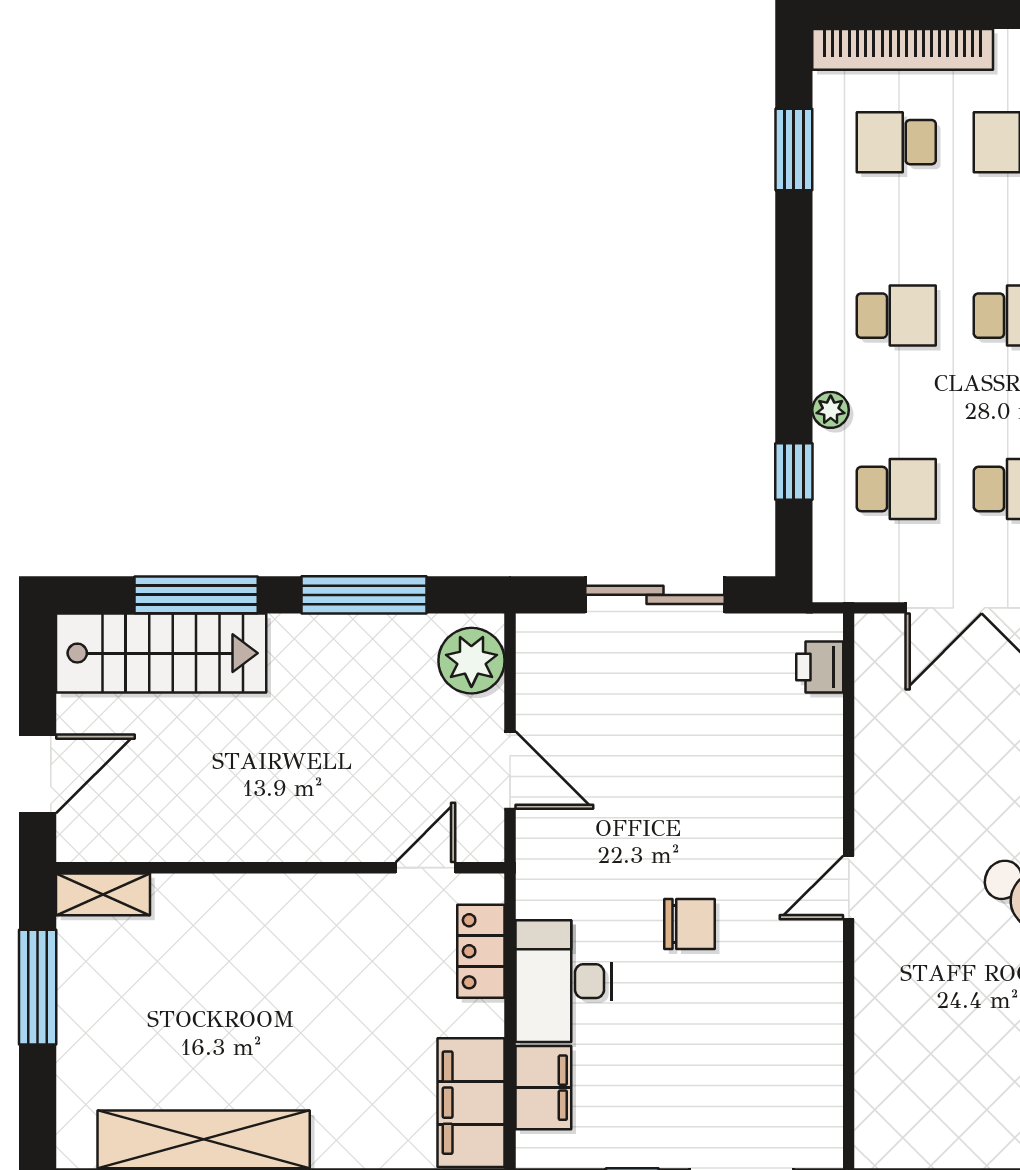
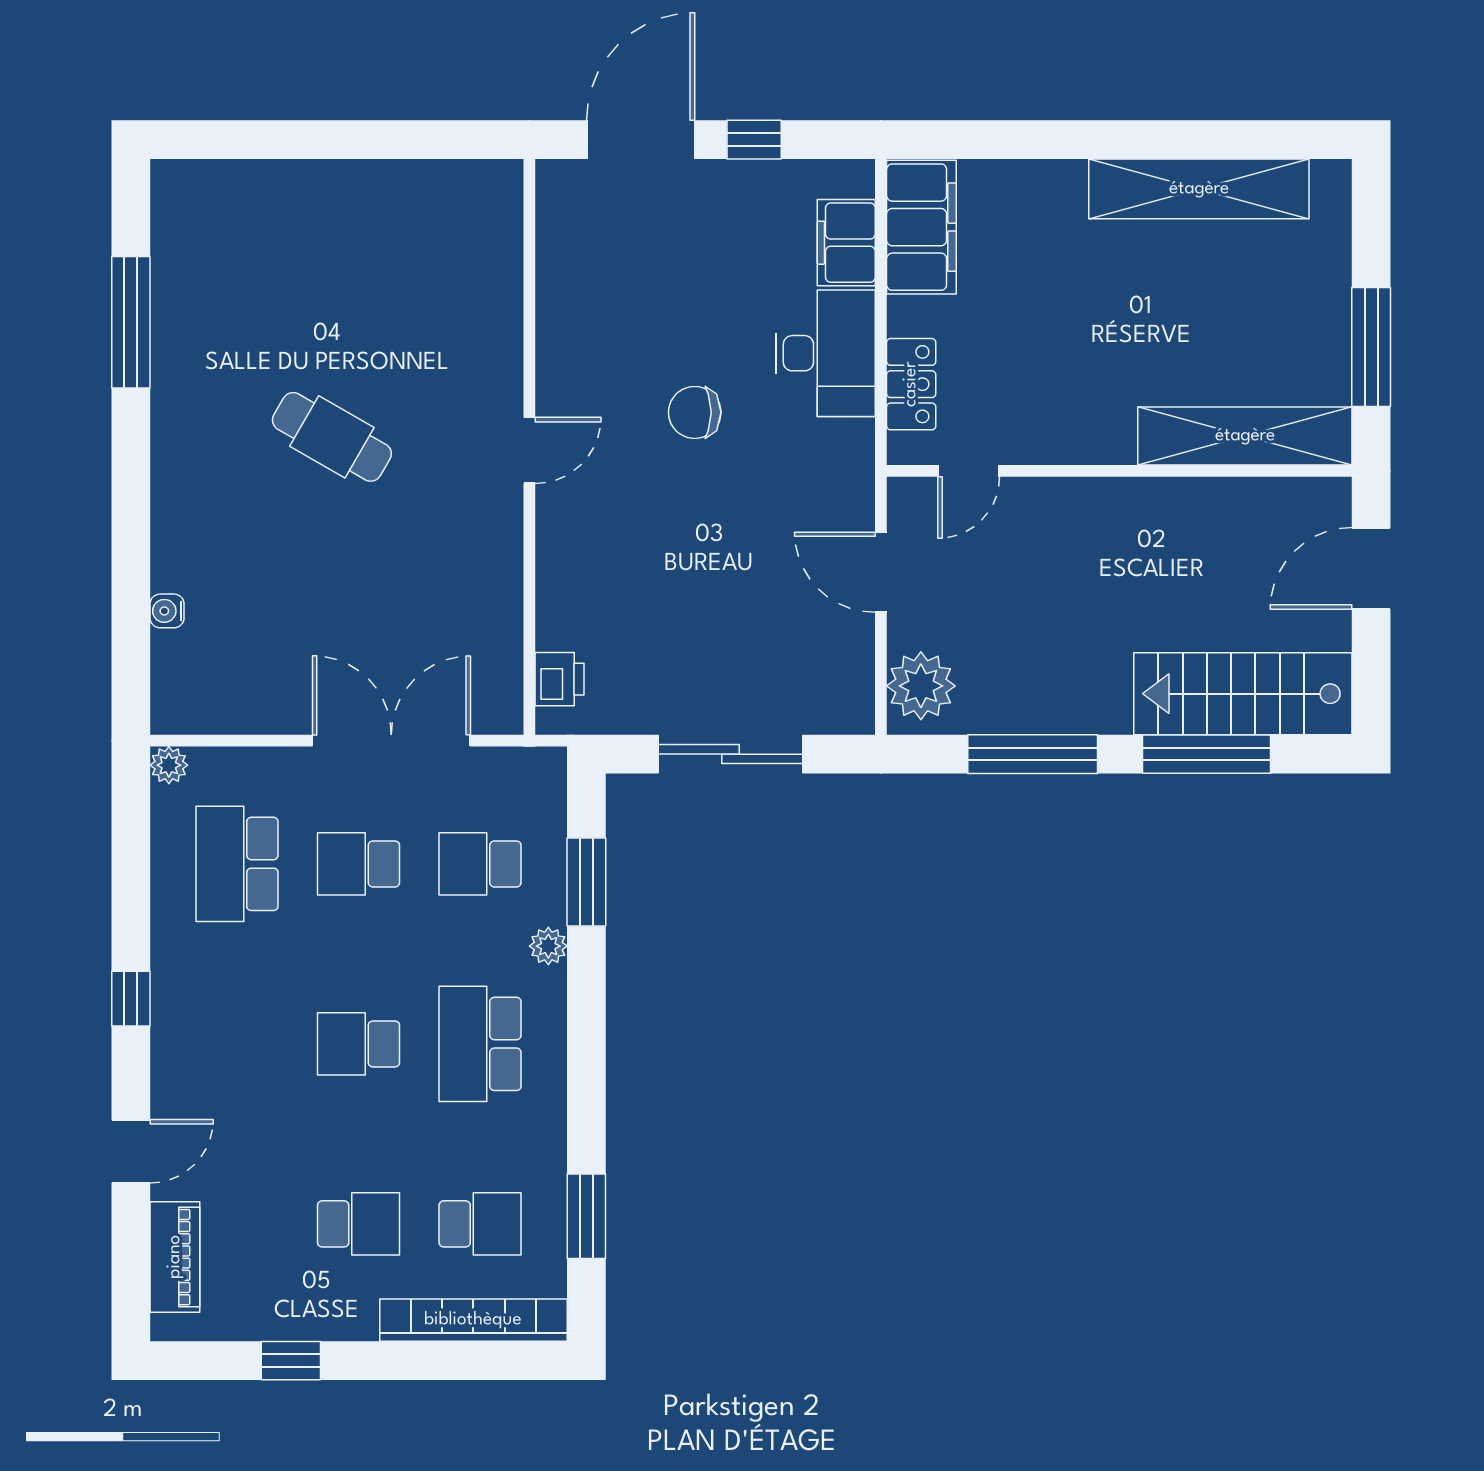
school desk: (896, 316) -> (480, 1044), width x1.85
window: (794, 472) -> (586, 882), width x1.50
shelving: (103, 894) -> (1245, 436), width x2.20, depth x1.33

